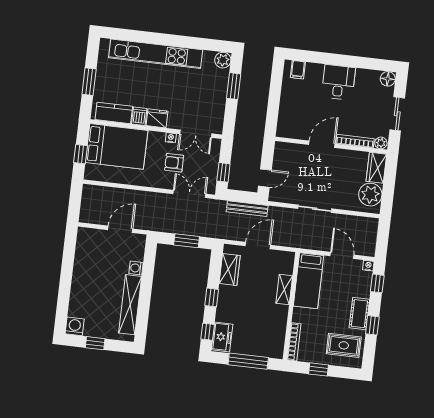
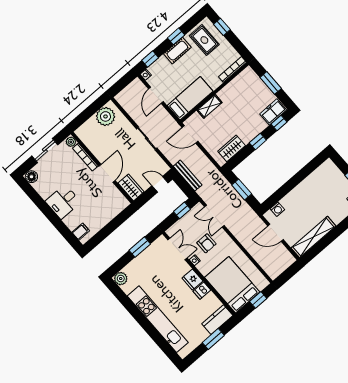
window: (234, 86) -> (140, 247), moved
kitchen counter: (114, 113) -> (217, 320), moved, turned 90
door: (322, 144) -> (107, 173), swing flipped
wardrobe: (376, 168) -> (131, 187), moved, turned -90
door: (258, 246) -> (190, 134), moved
washing machine: (136, 268) -> (277, 209), moved
shelving: (130, 305) -> (313, 237), moved
window: (248, 361) -> (271, 83), width x0.69
window: (318, 369) -> (222, 27), moved

